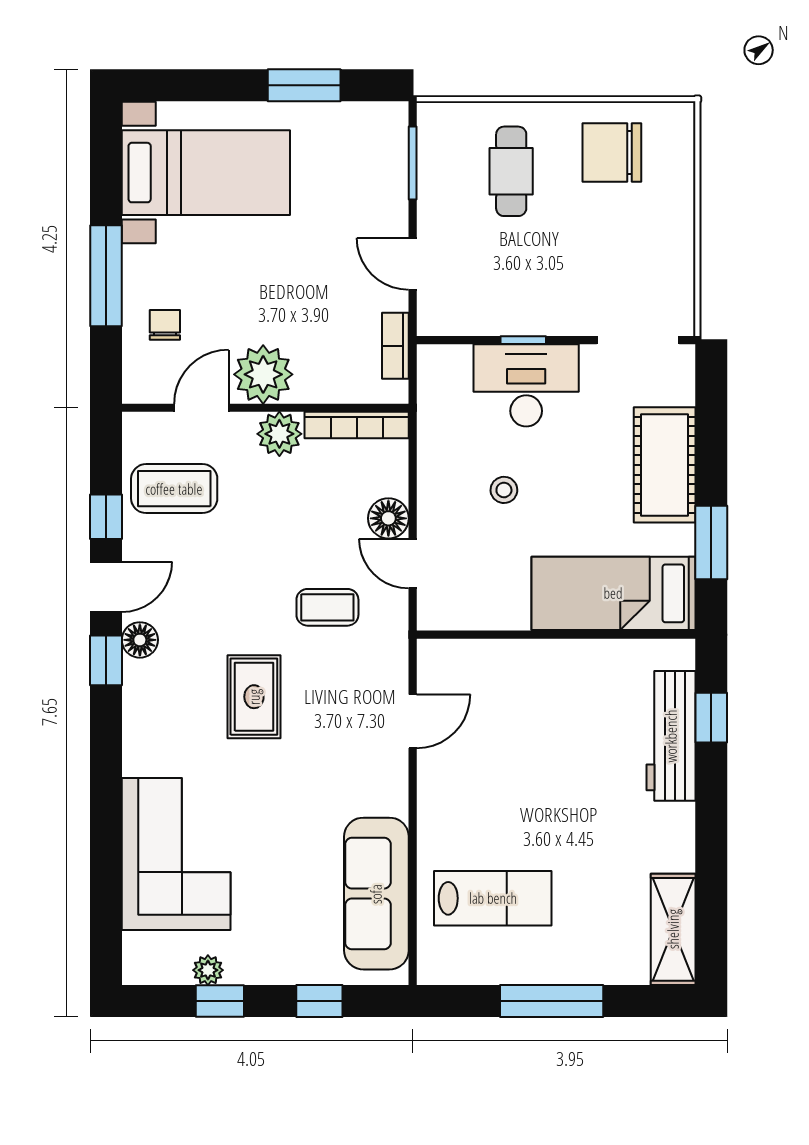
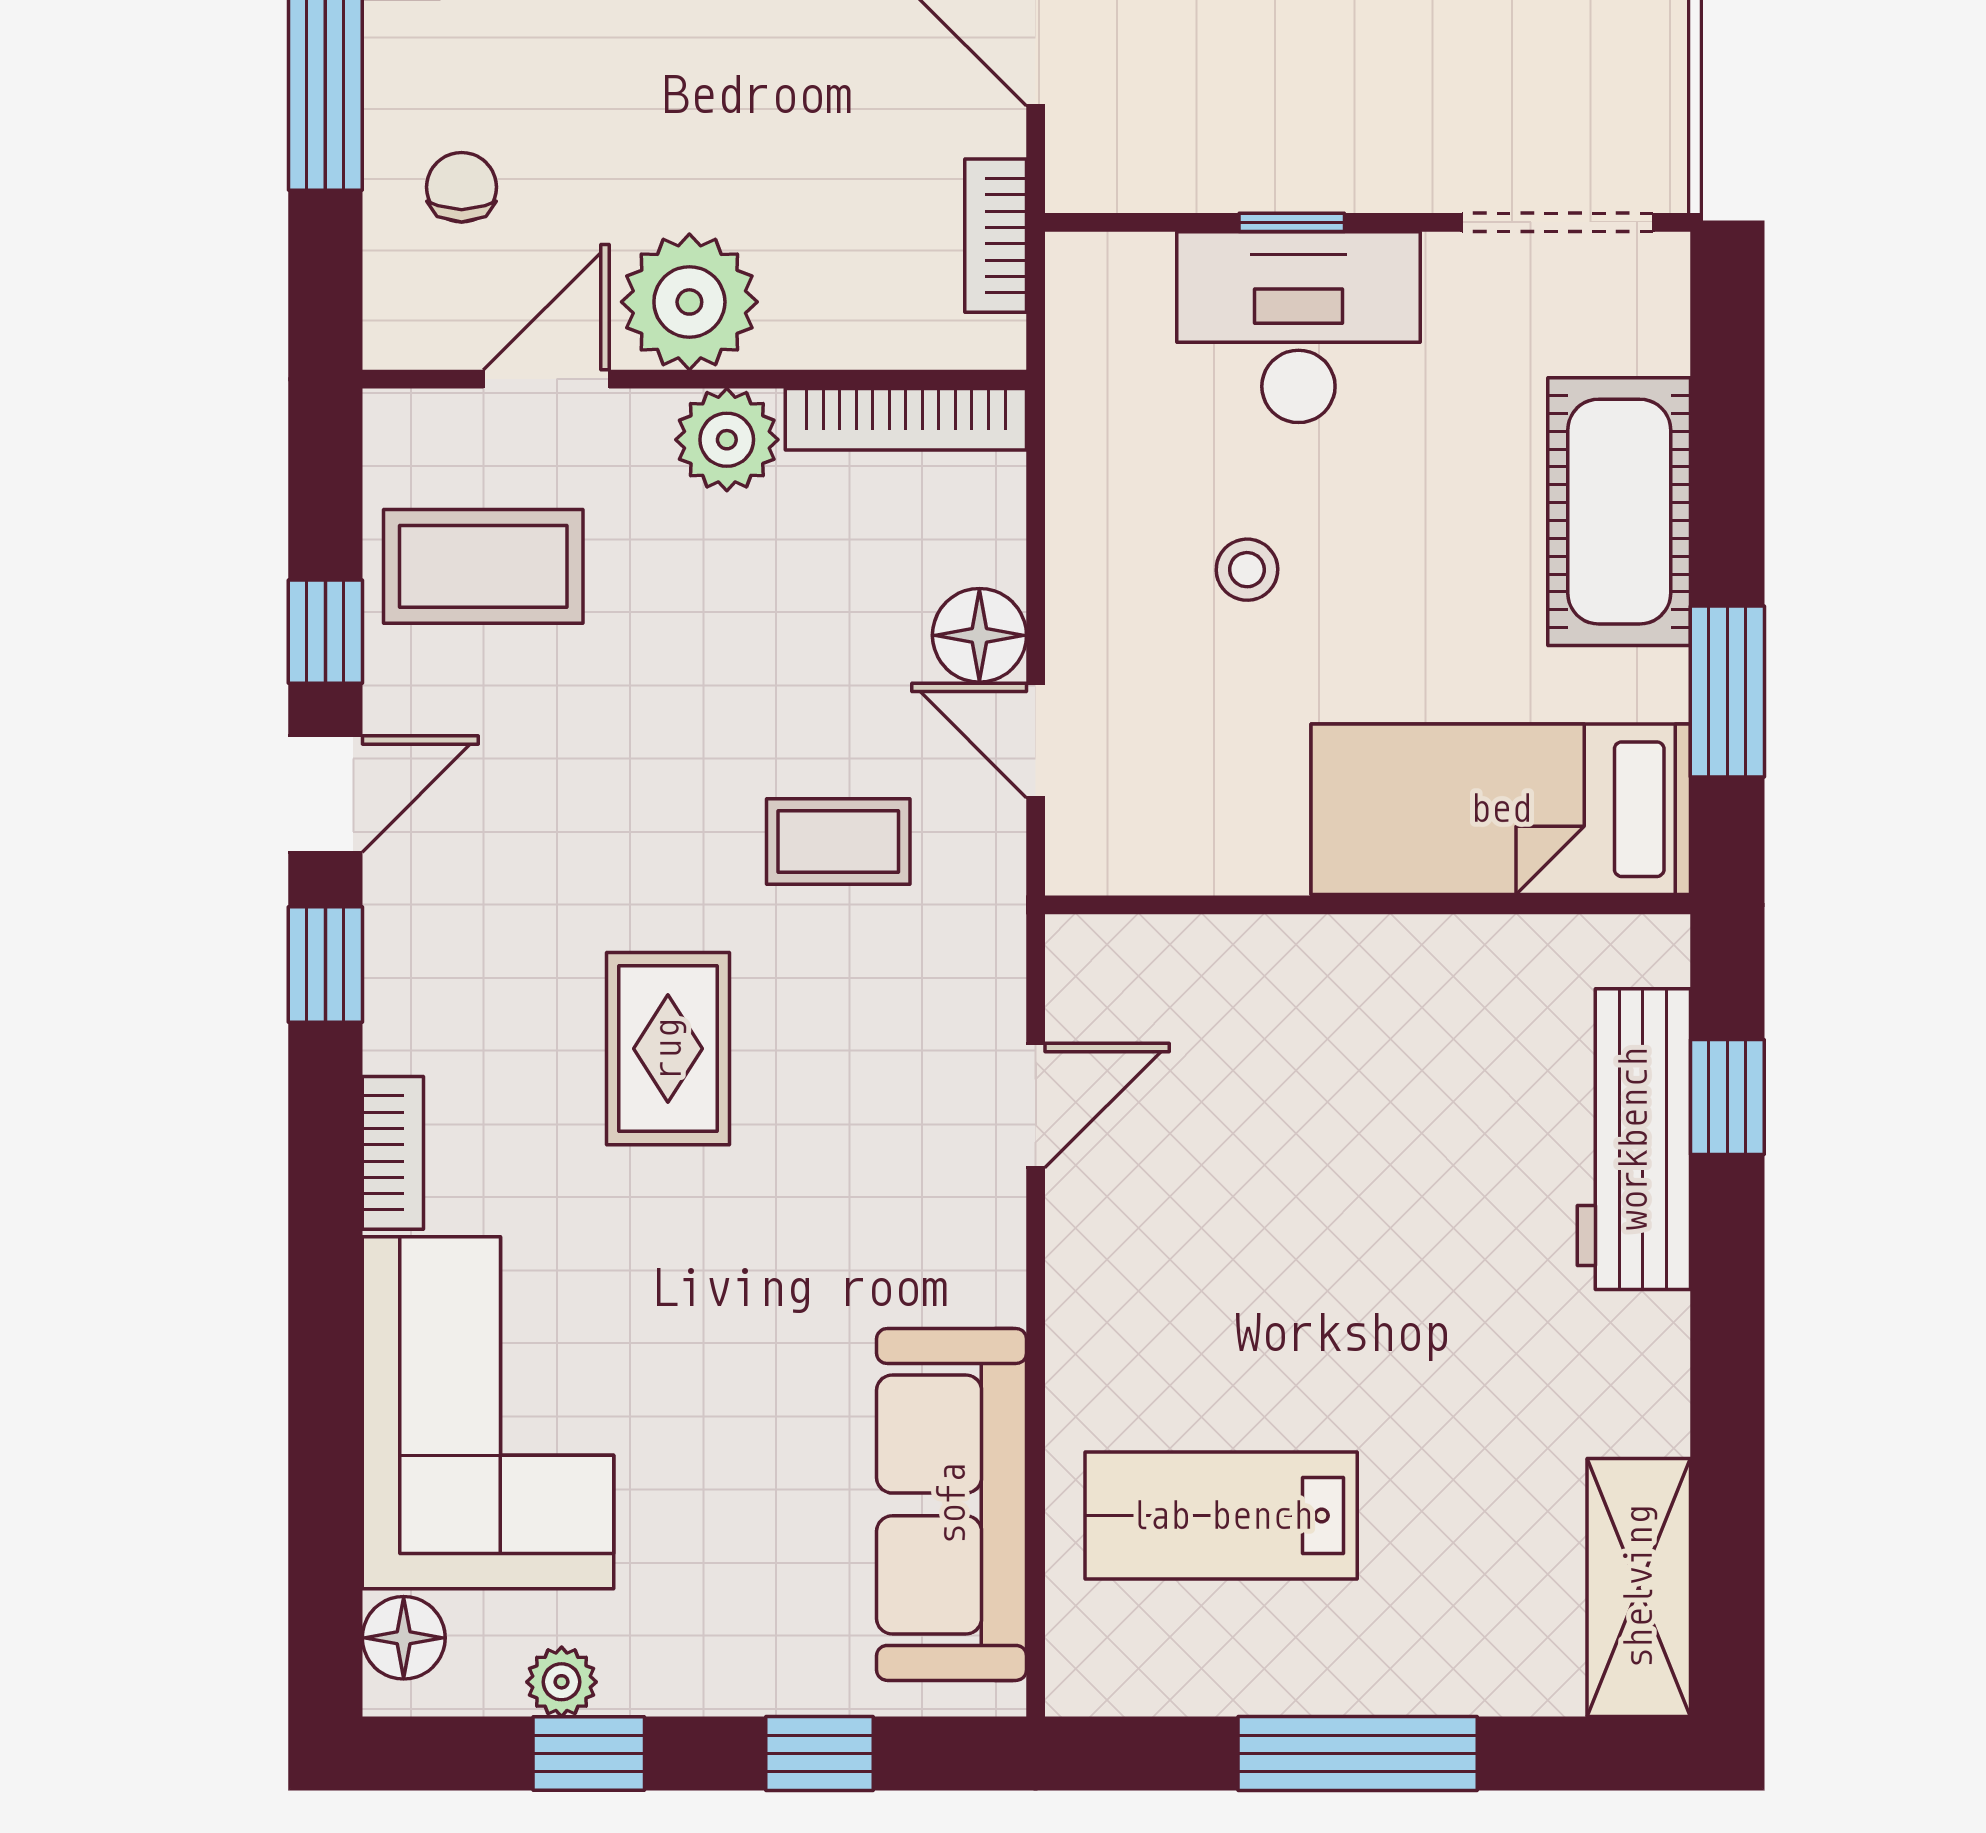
floor lamp: (140, 640) -> (404, 1638), moved
bookcase: (135, 742) -> (393, 1153), added
lab bench: (493, 898) -> (1221, 1516), turned 180

